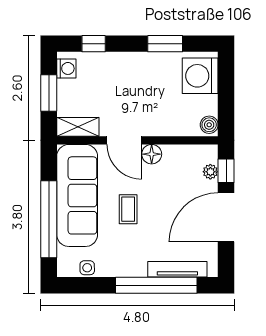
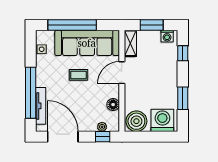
boiler: (209, 125) -> (136, 121), width x1.86, depth x1.86
floor lamp: (152, 154) -> (113, 105), moved
door: (226, 217) -> (63, 137), moved

